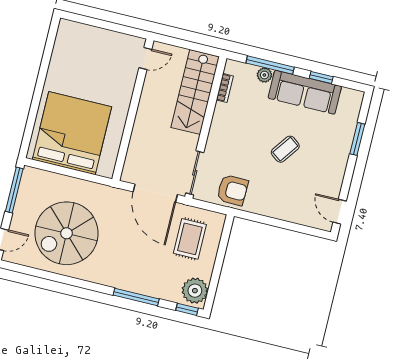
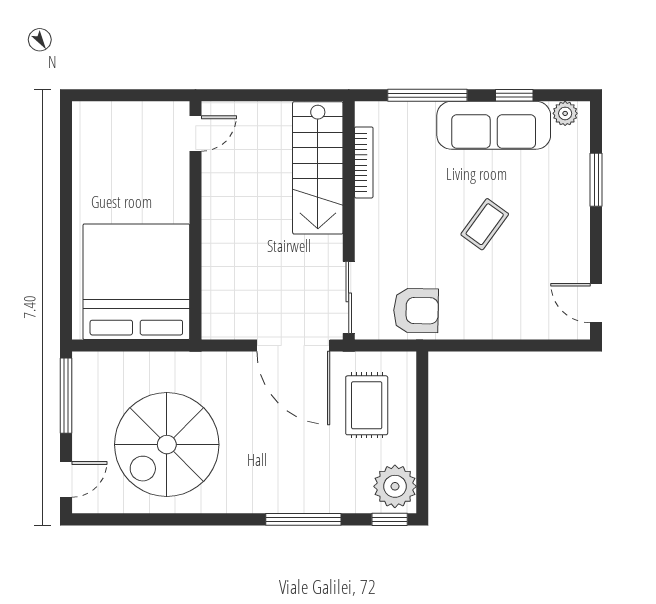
door: (145, 58) -> (196, 133), moved
plant: (264, 75) -> (565, 113), moved
bookcase: (225, 88) -> (364, 162), width x1.56
wall: (133, 110) -> (196, 220), moved

